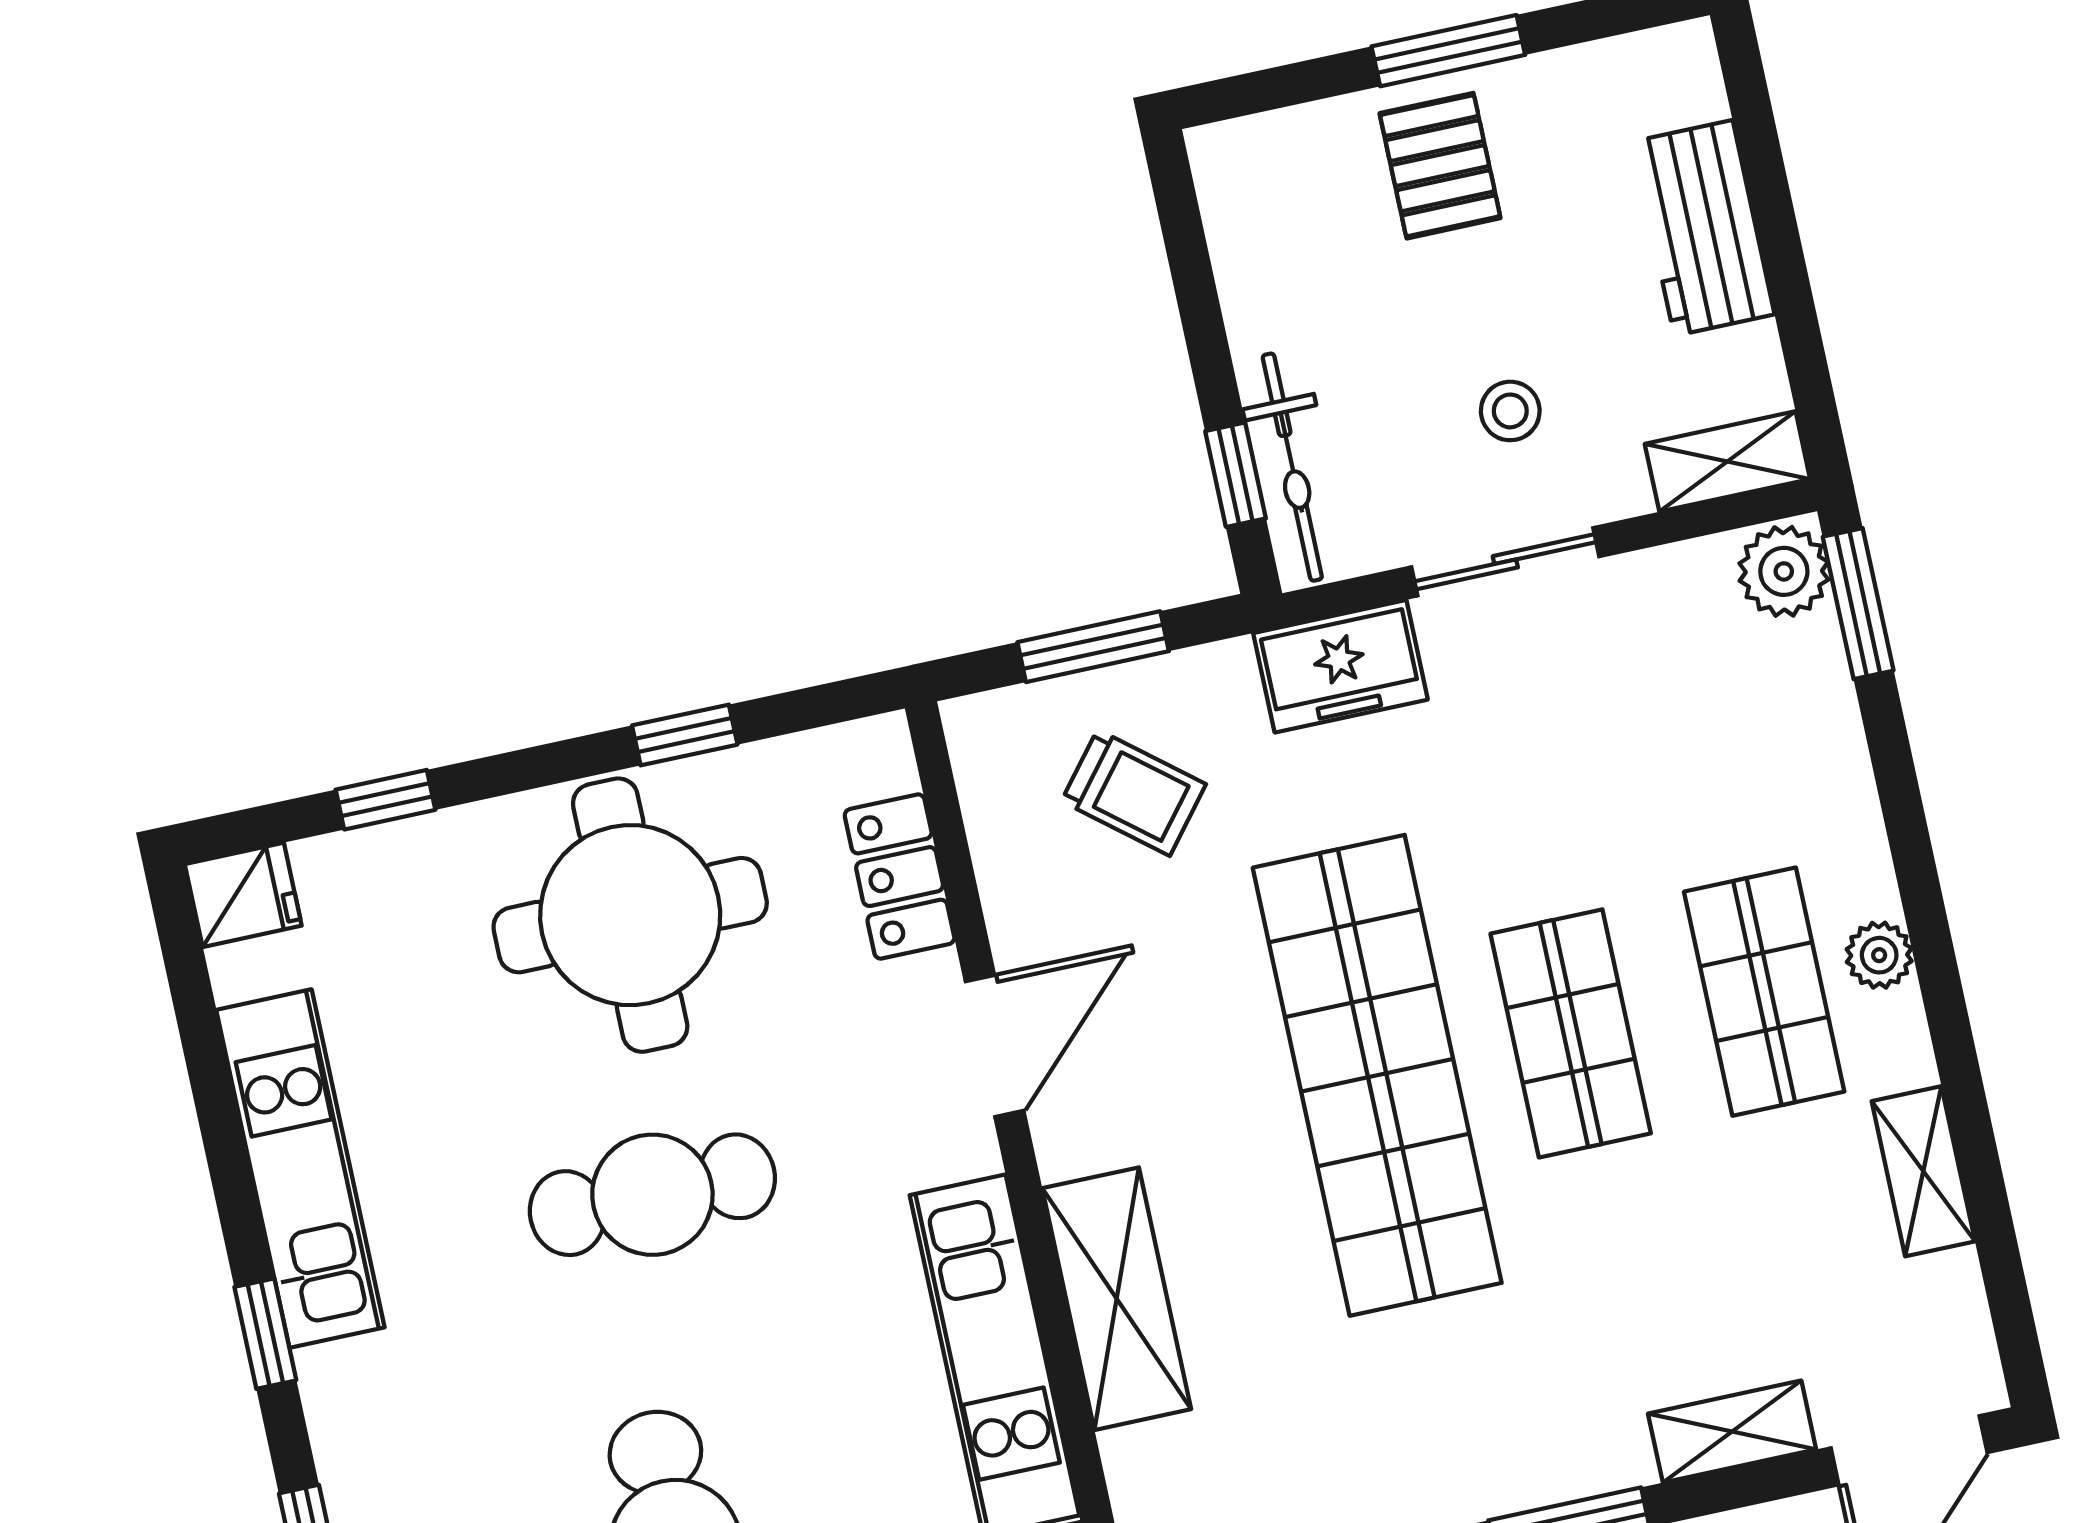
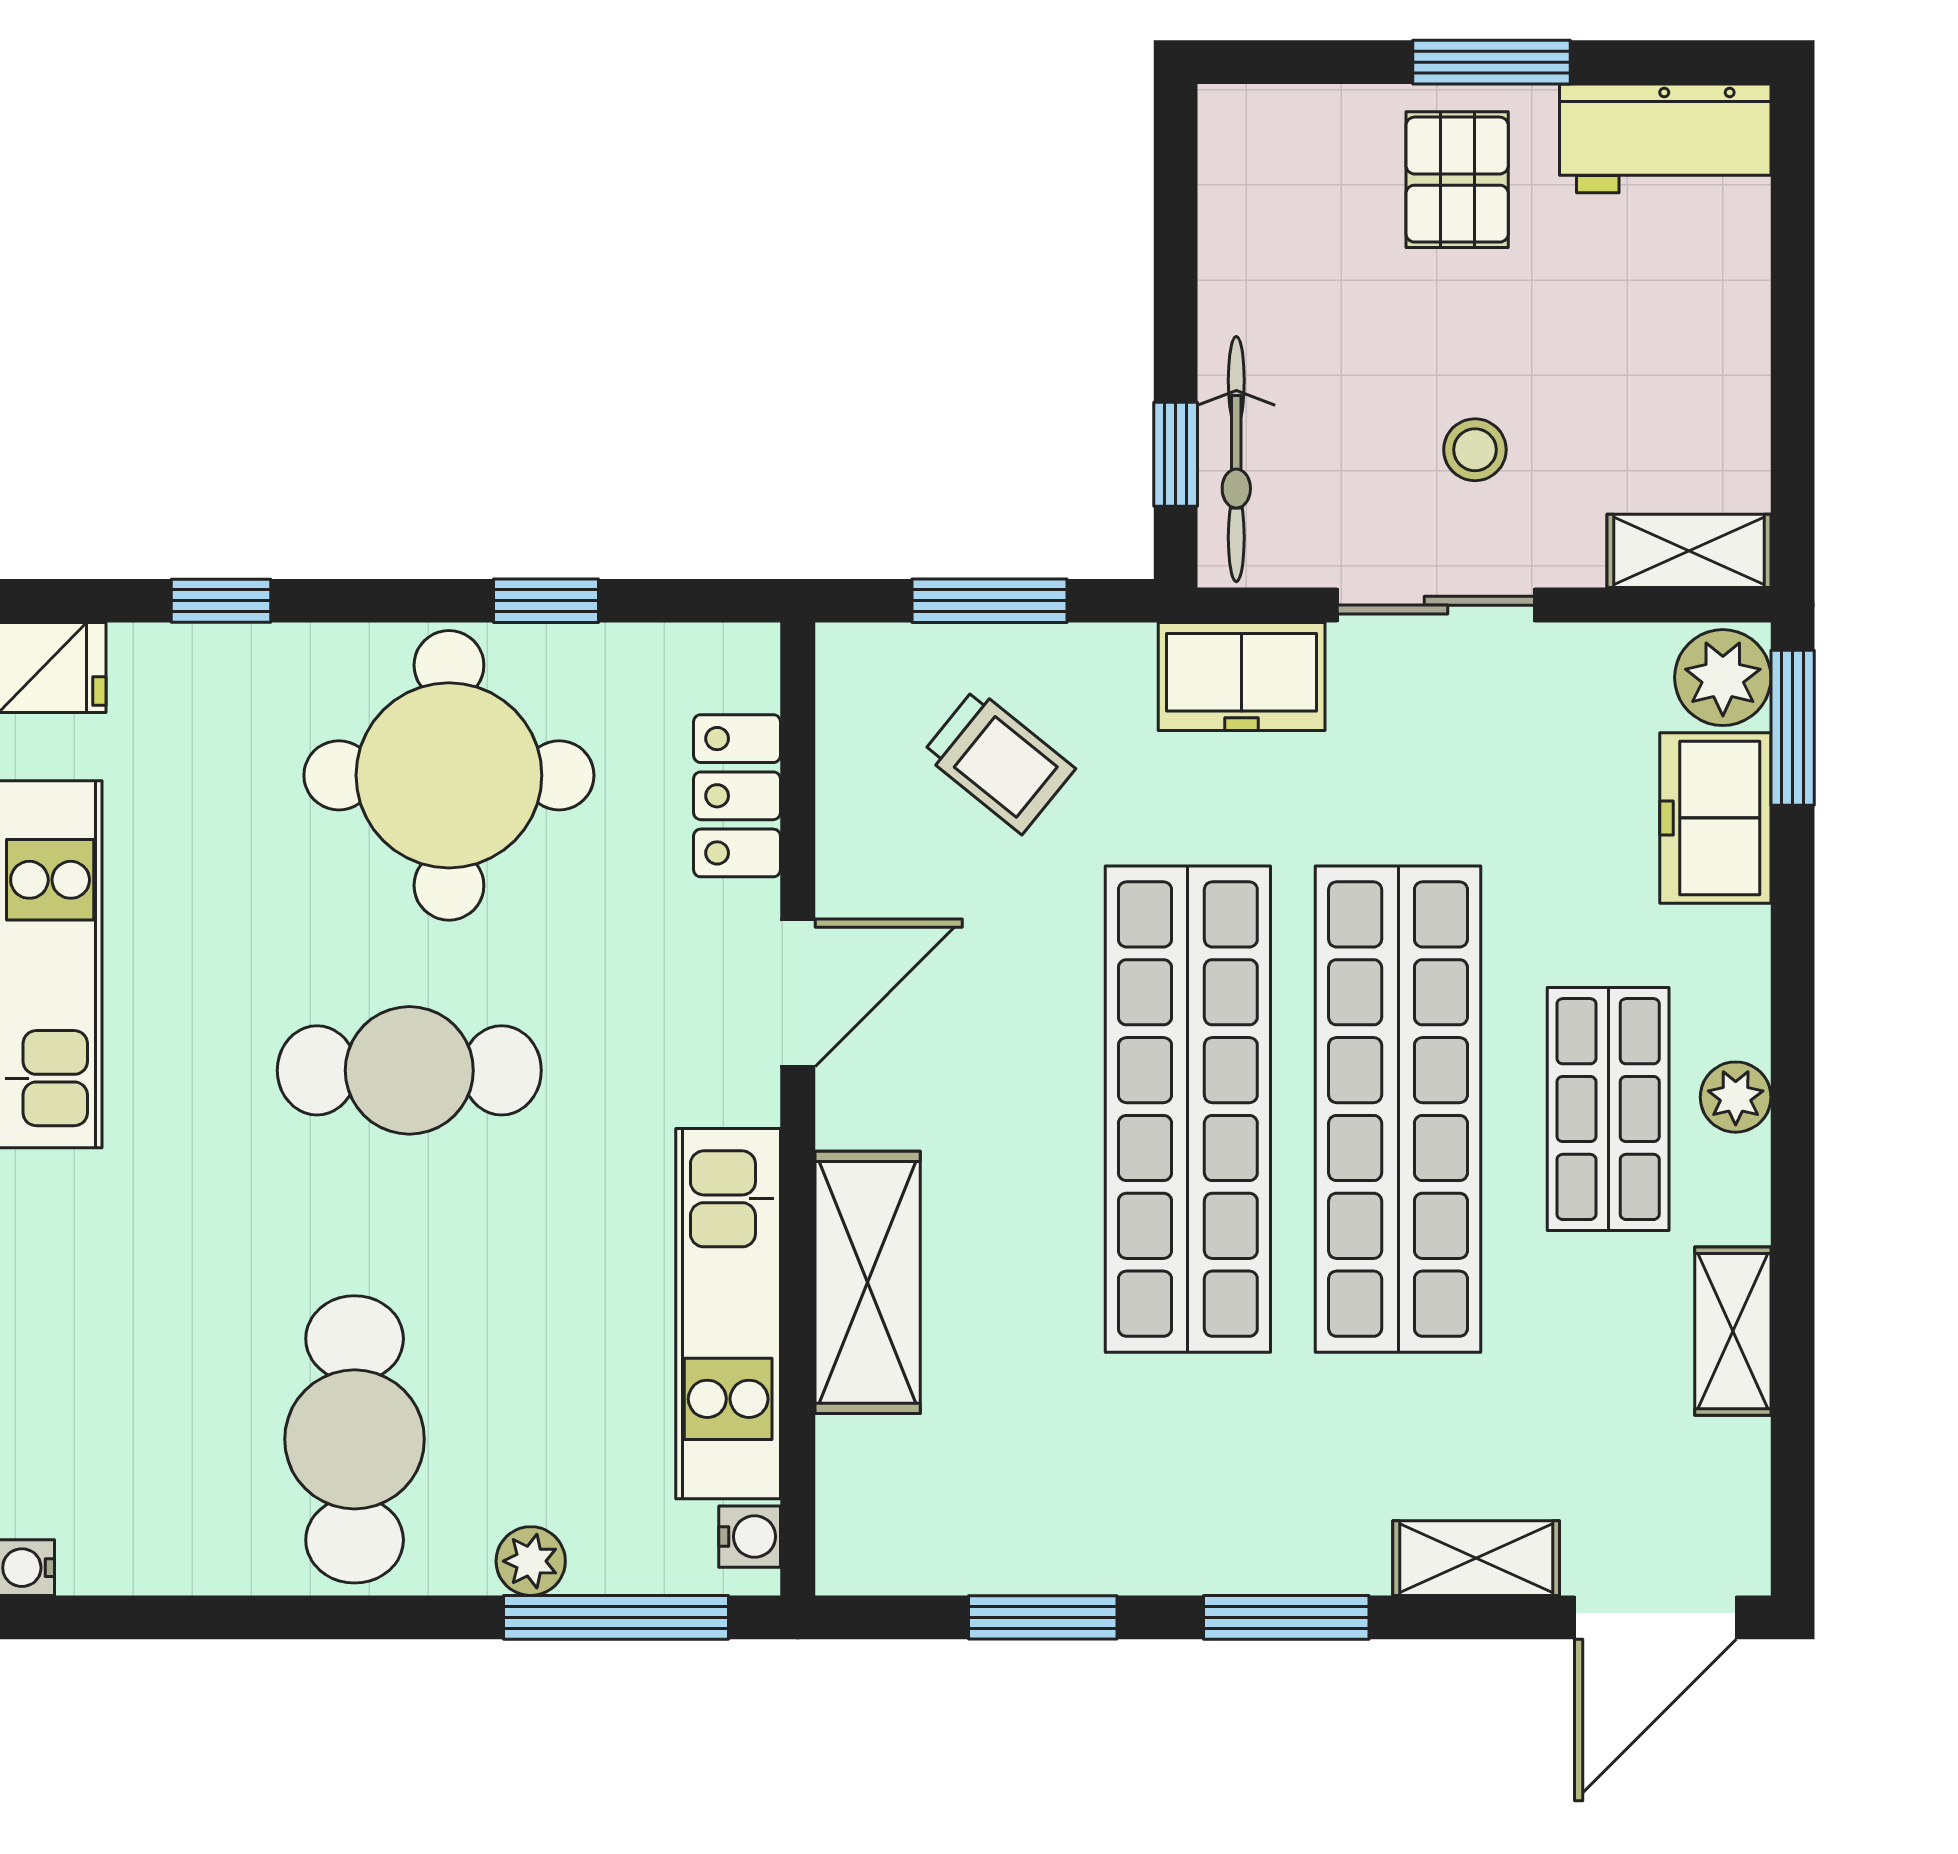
workbench: (1703, 228) -> (1665, 138), moved, turned -90
freezer: (1805, 702) -> (1715, 818), added
shop shelf: (1571, 1033) -> (1398, 1109), width x2.00, depth x1.36

